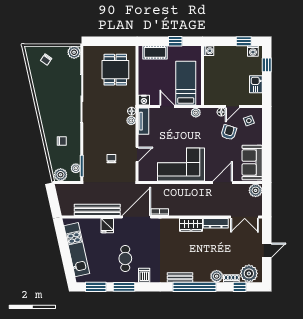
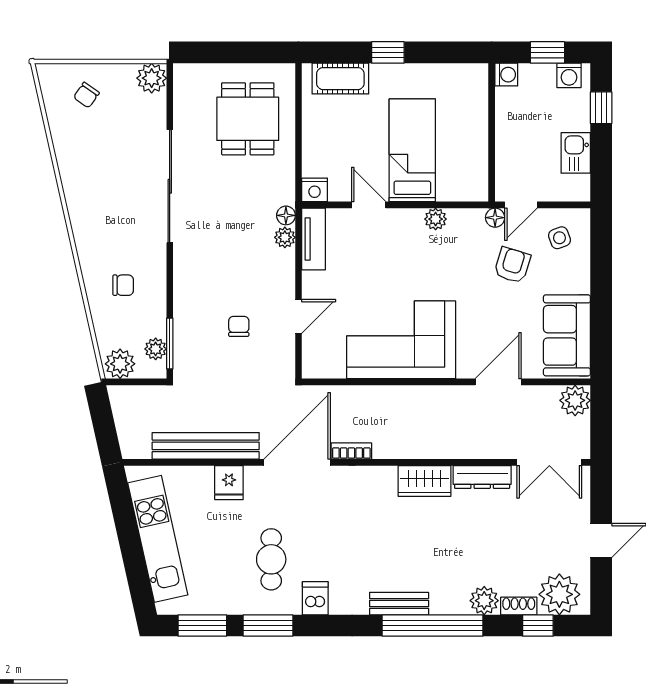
washing machine: (209, 51) -> (506, 75), moved
wall: (203, 76) -> (492, 132), moved

